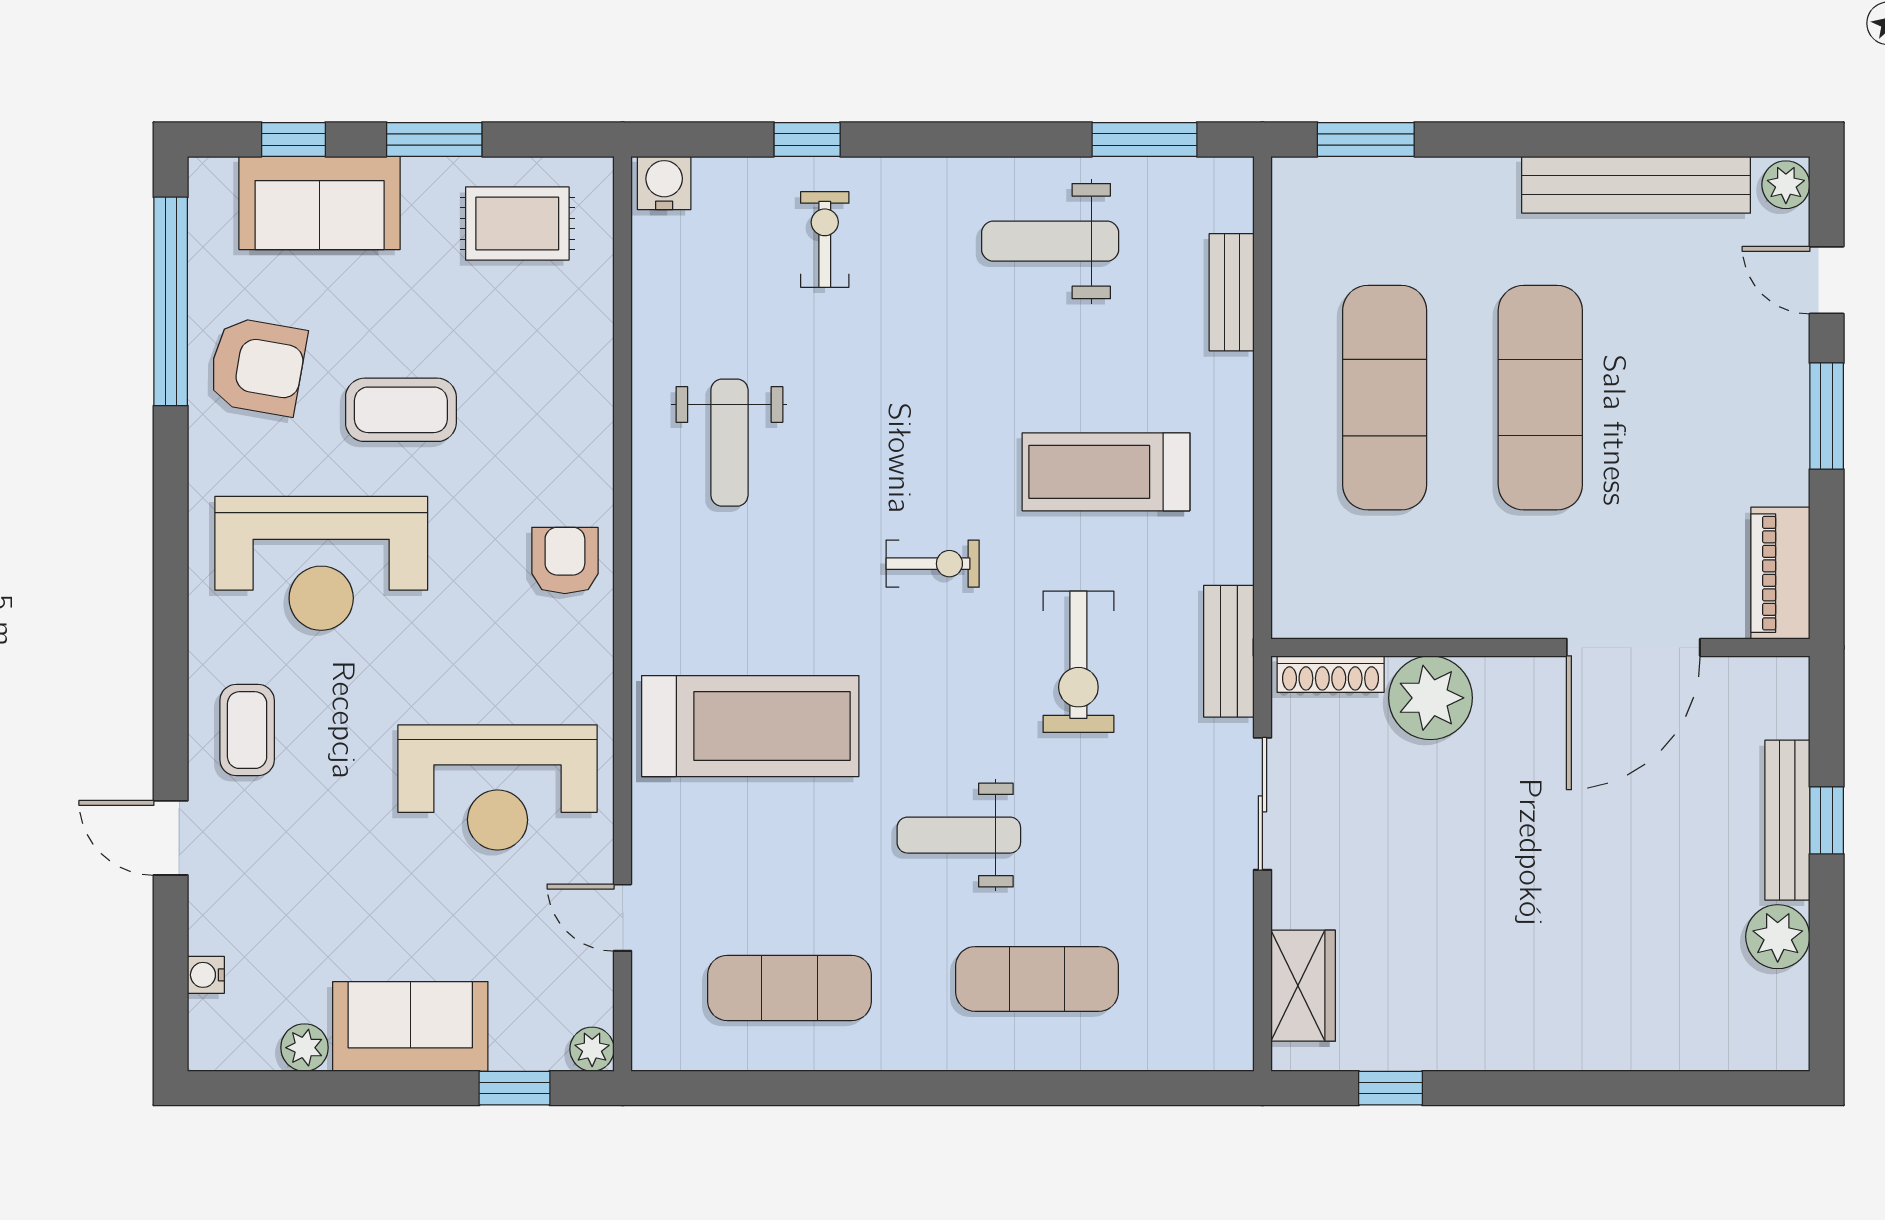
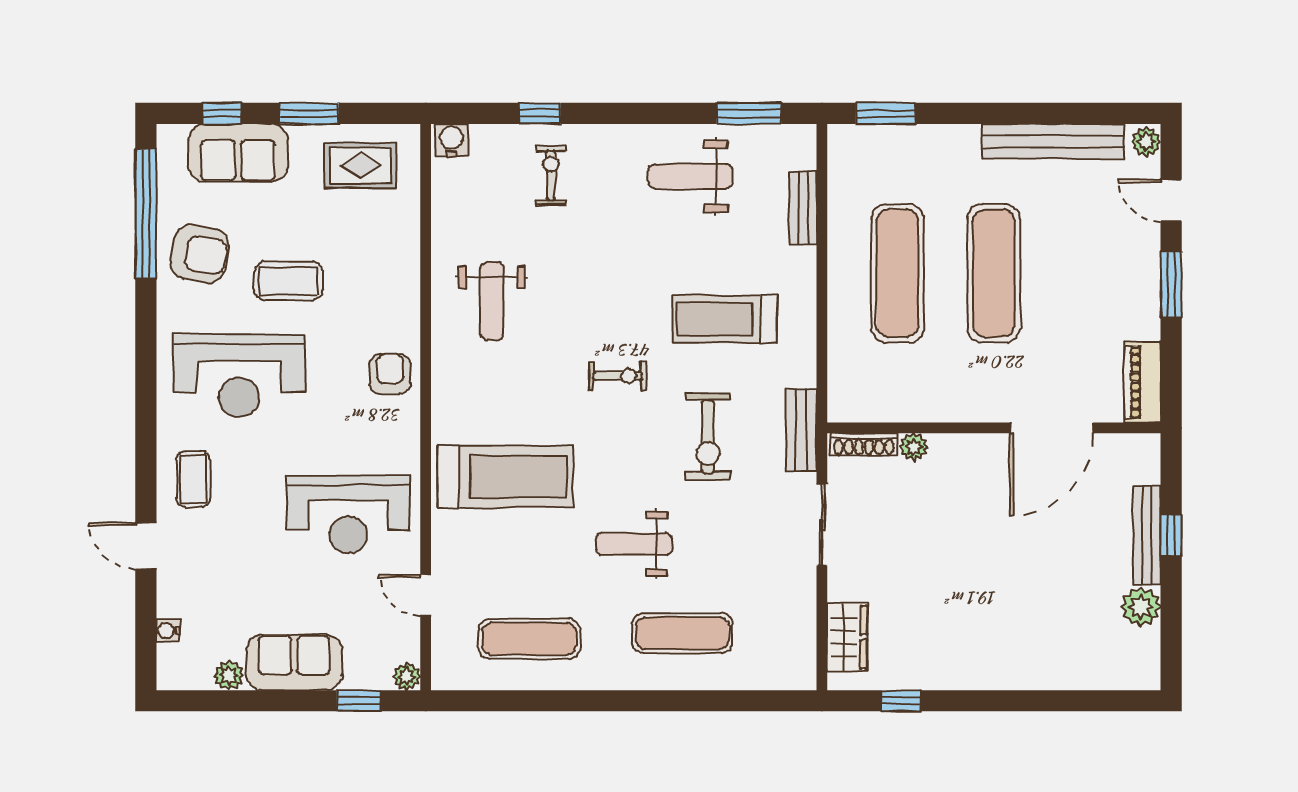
plant: (1430, 698) -> (914, 447), width x0.53, depth x0.53

